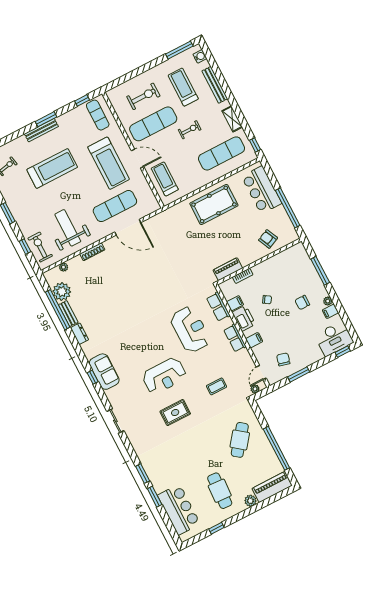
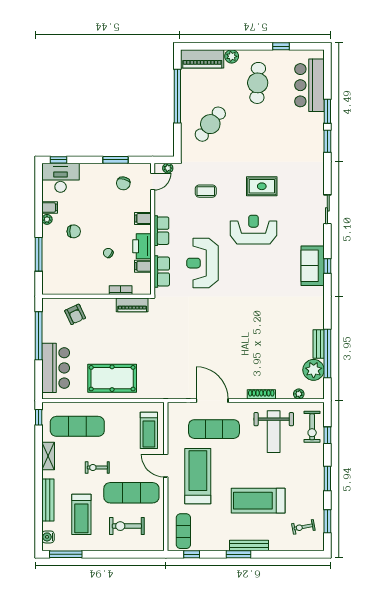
dresser: (79, 334) -> (318, 317), removed

